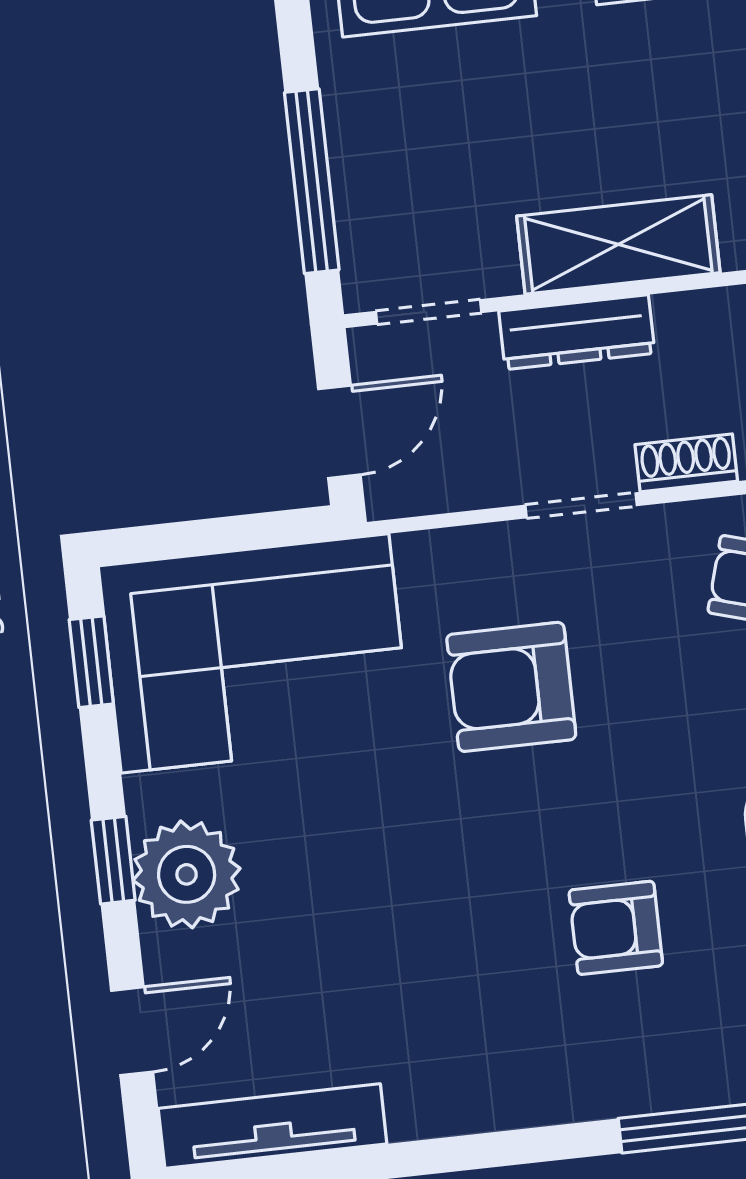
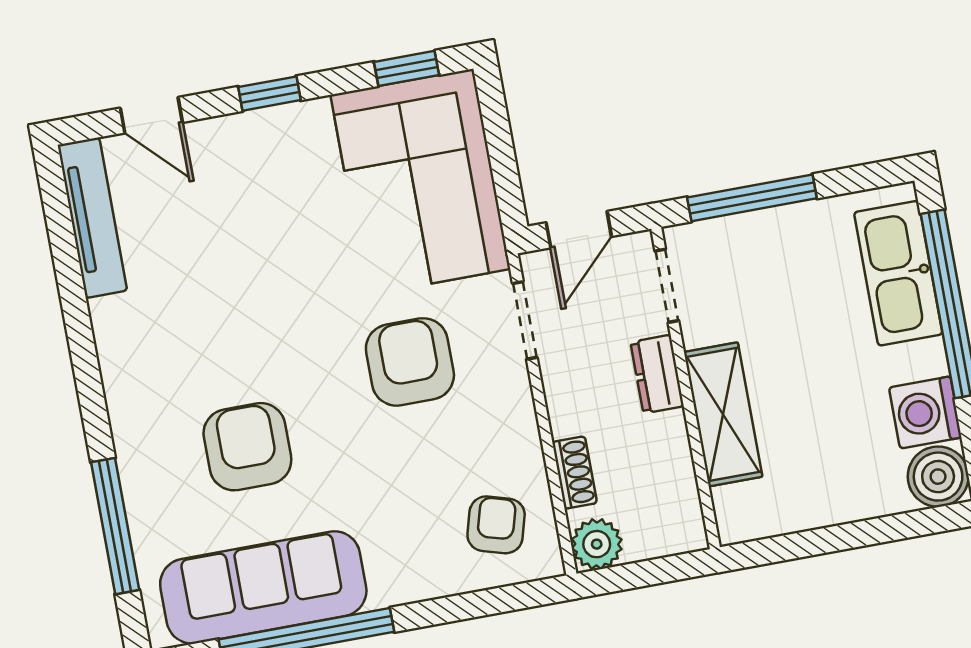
dresser: (577, 332) -> (657, 374), width x0.70
door: (339, 432) -> (579, 230), hinge flipped
doorway: (581, 505) -> (525, 320), moved
plant: (187, 874) -> (263, 145), removed
armchair: (616, 928) -> (247, 447), width x1.38, depth x1.38

